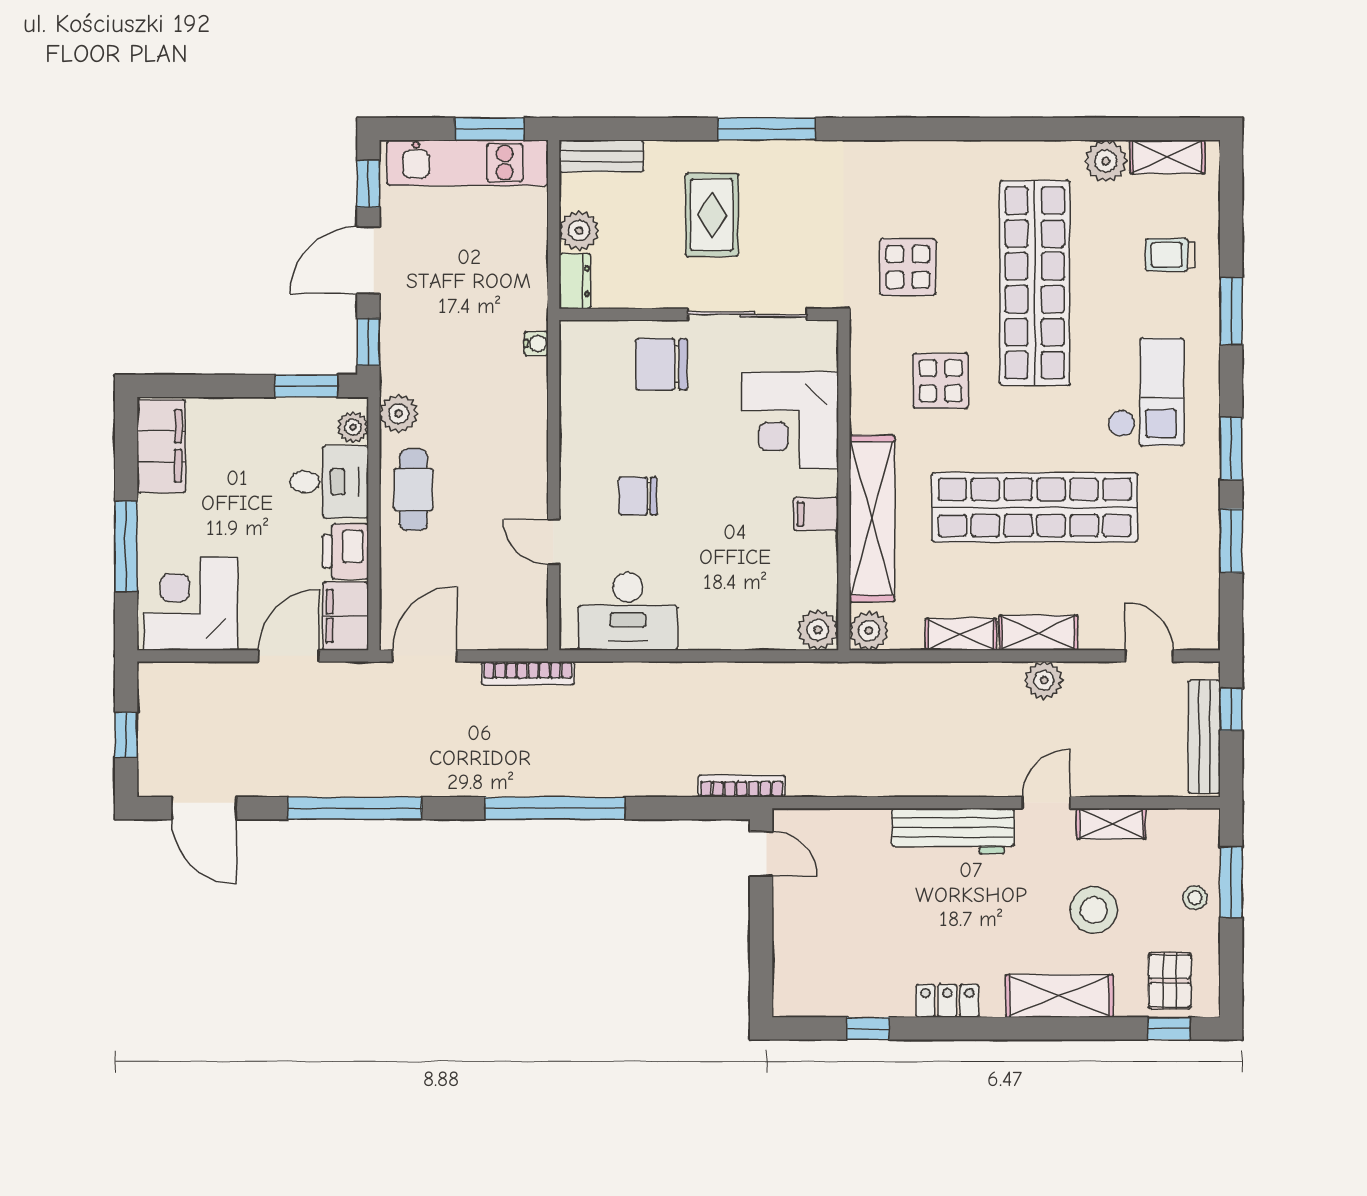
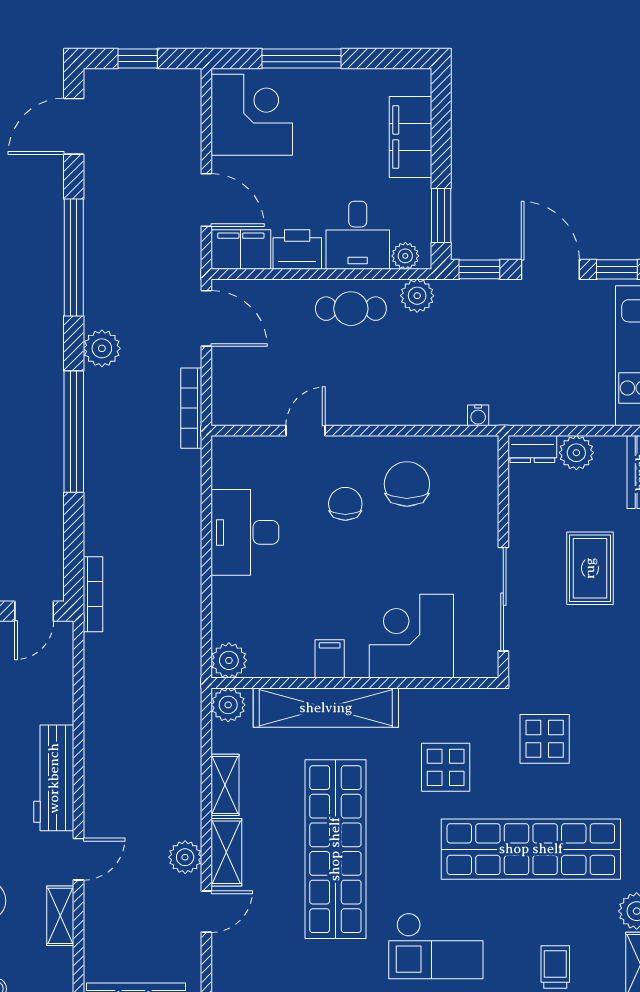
rug: (712, 215) -> (590, 568), turned 90
chair: (661, 364) -> (407, 484), moved
filing cabinet: (161, 446) -> (410, 137), moved, turned 90
desk: (628, 611) -> (245, 532), moved
door: (1149, 656) -> (206, 912), moved
plant: (459, 776) -> (102, 348), added
door: (1046, 803) -> (79, 859), hinge flipped

